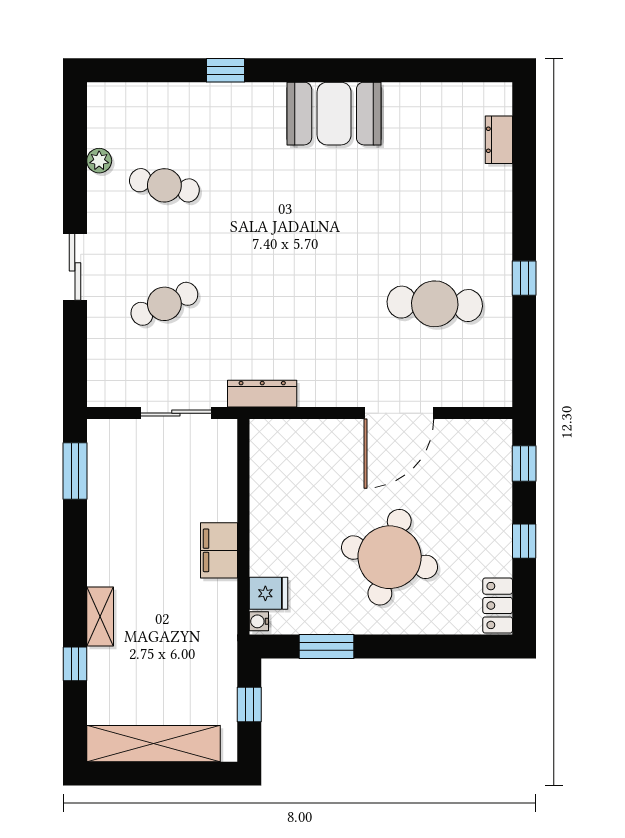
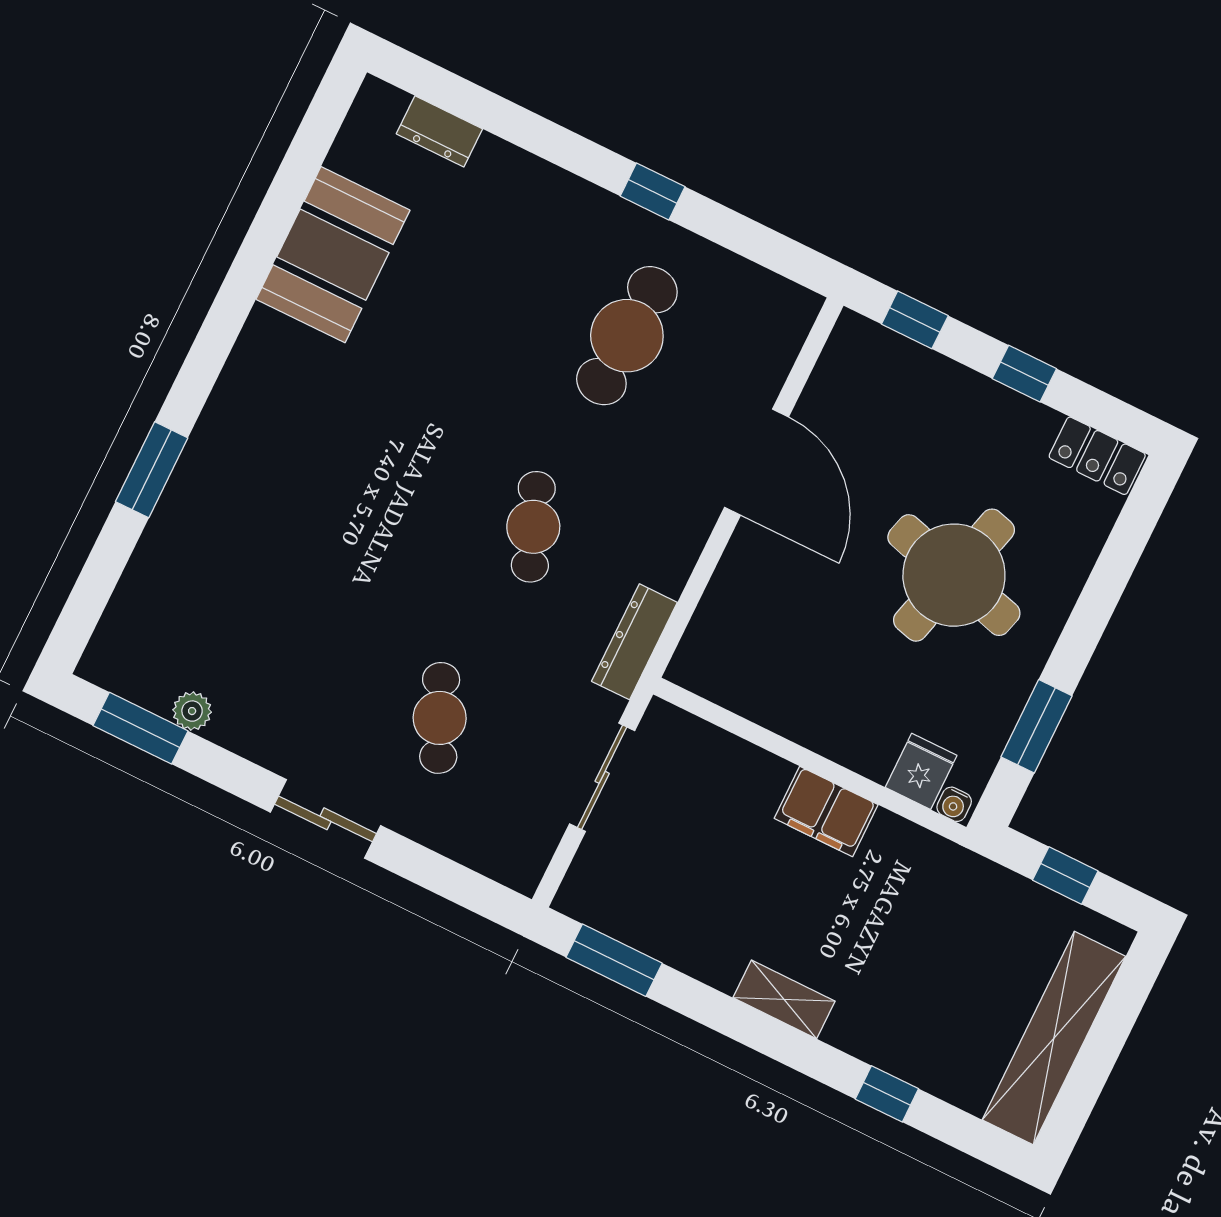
window: (225, 70) -> (152, 470), width x1.50
booth: (334, 114) -> (333, 255), moved
window: (75, 136) -> (141, 728), added
cafe table: (164, 185) -> (533, 527), moved, turned -33
shelving: (100, 617) -> (784, 999), moved

